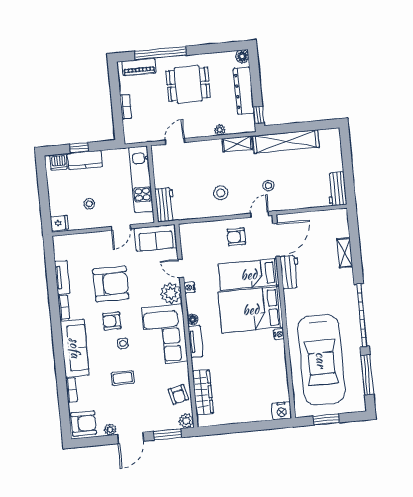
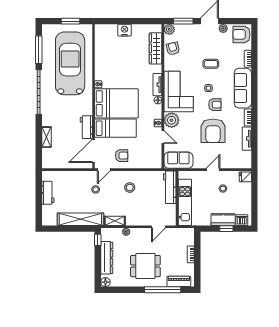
workbench: (337, 189) -> (48, 193), moved
workbench: (165, 205) -> (170, 187), width x1.38
door: (121, 228) -> (213, 170), moved
armchair: (111, 284) -> (213, 131), turned -90
nightstand: (282, 411) -> (125, 30), moved

